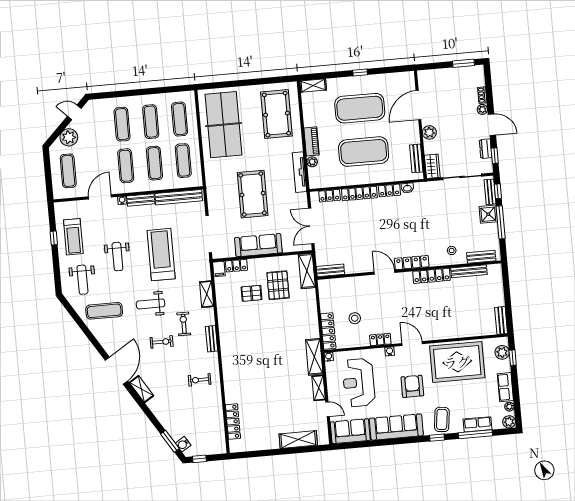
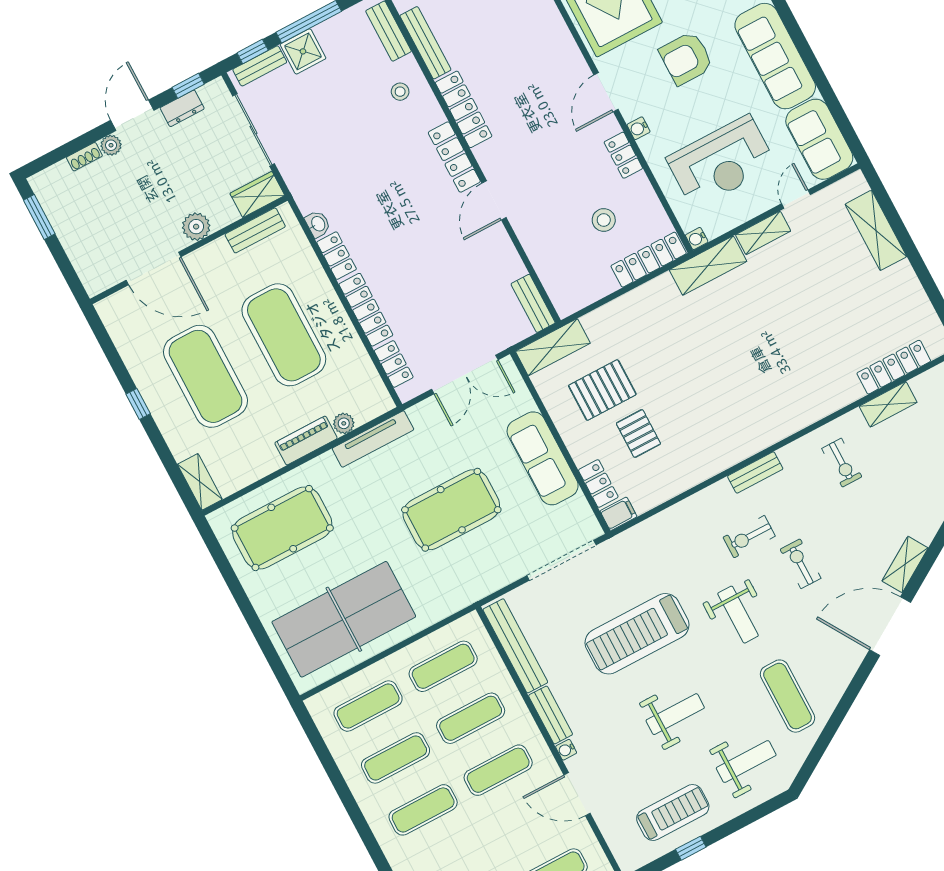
shelving: (207, 294) -> (888, 404), moved

